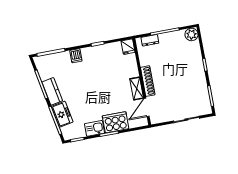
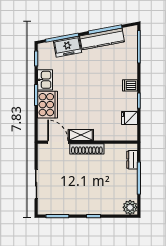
fridge: (128, 47) -> (129, 118), moved
dishwasher: (76, 56) -> (130, 85), moved
kitchen counter: (52, 91) -> (102, 39), width x1.50

